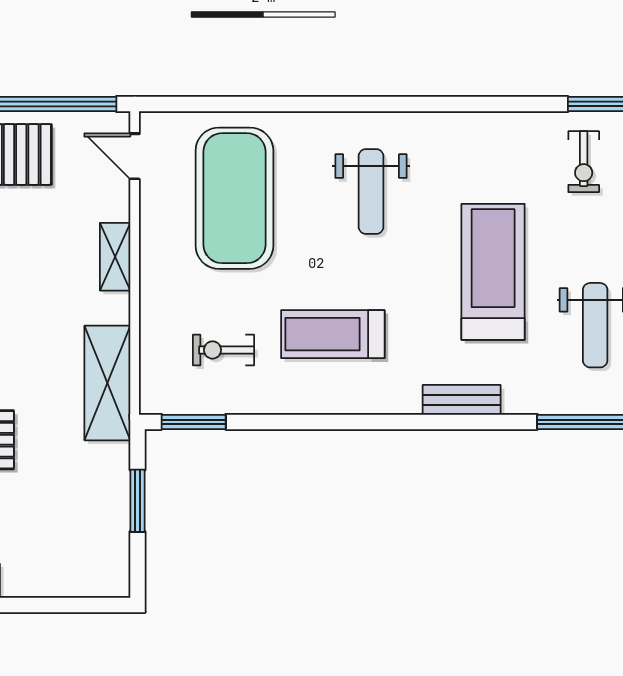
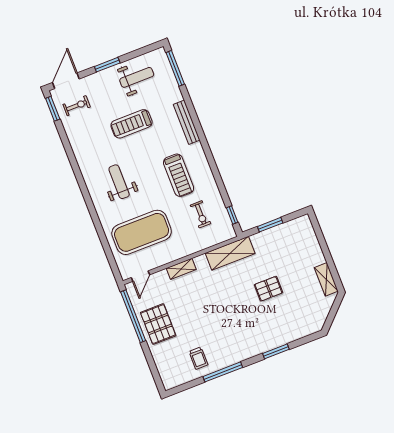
weight bench: (371, 192) -> (119, 182), turned -90
treadmill: (493, 272) -> (132, 124), width x0.73, depth x0.73
bench: (462, 400) -> (187, 122), width x1.36
window: (194, 422) -> (232, 215), width x0.67

